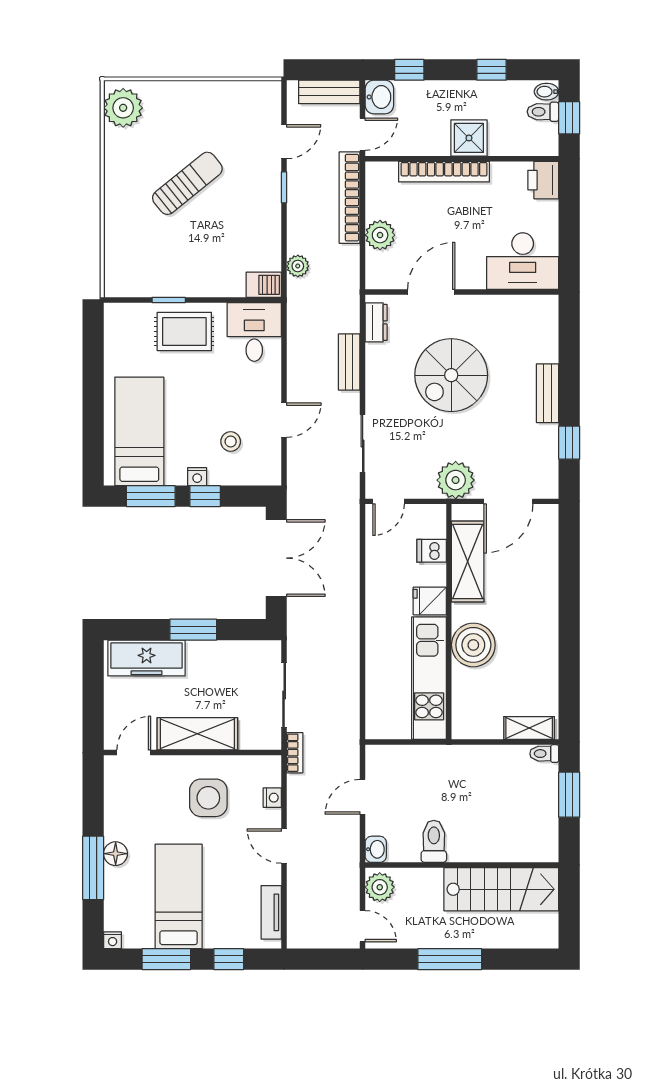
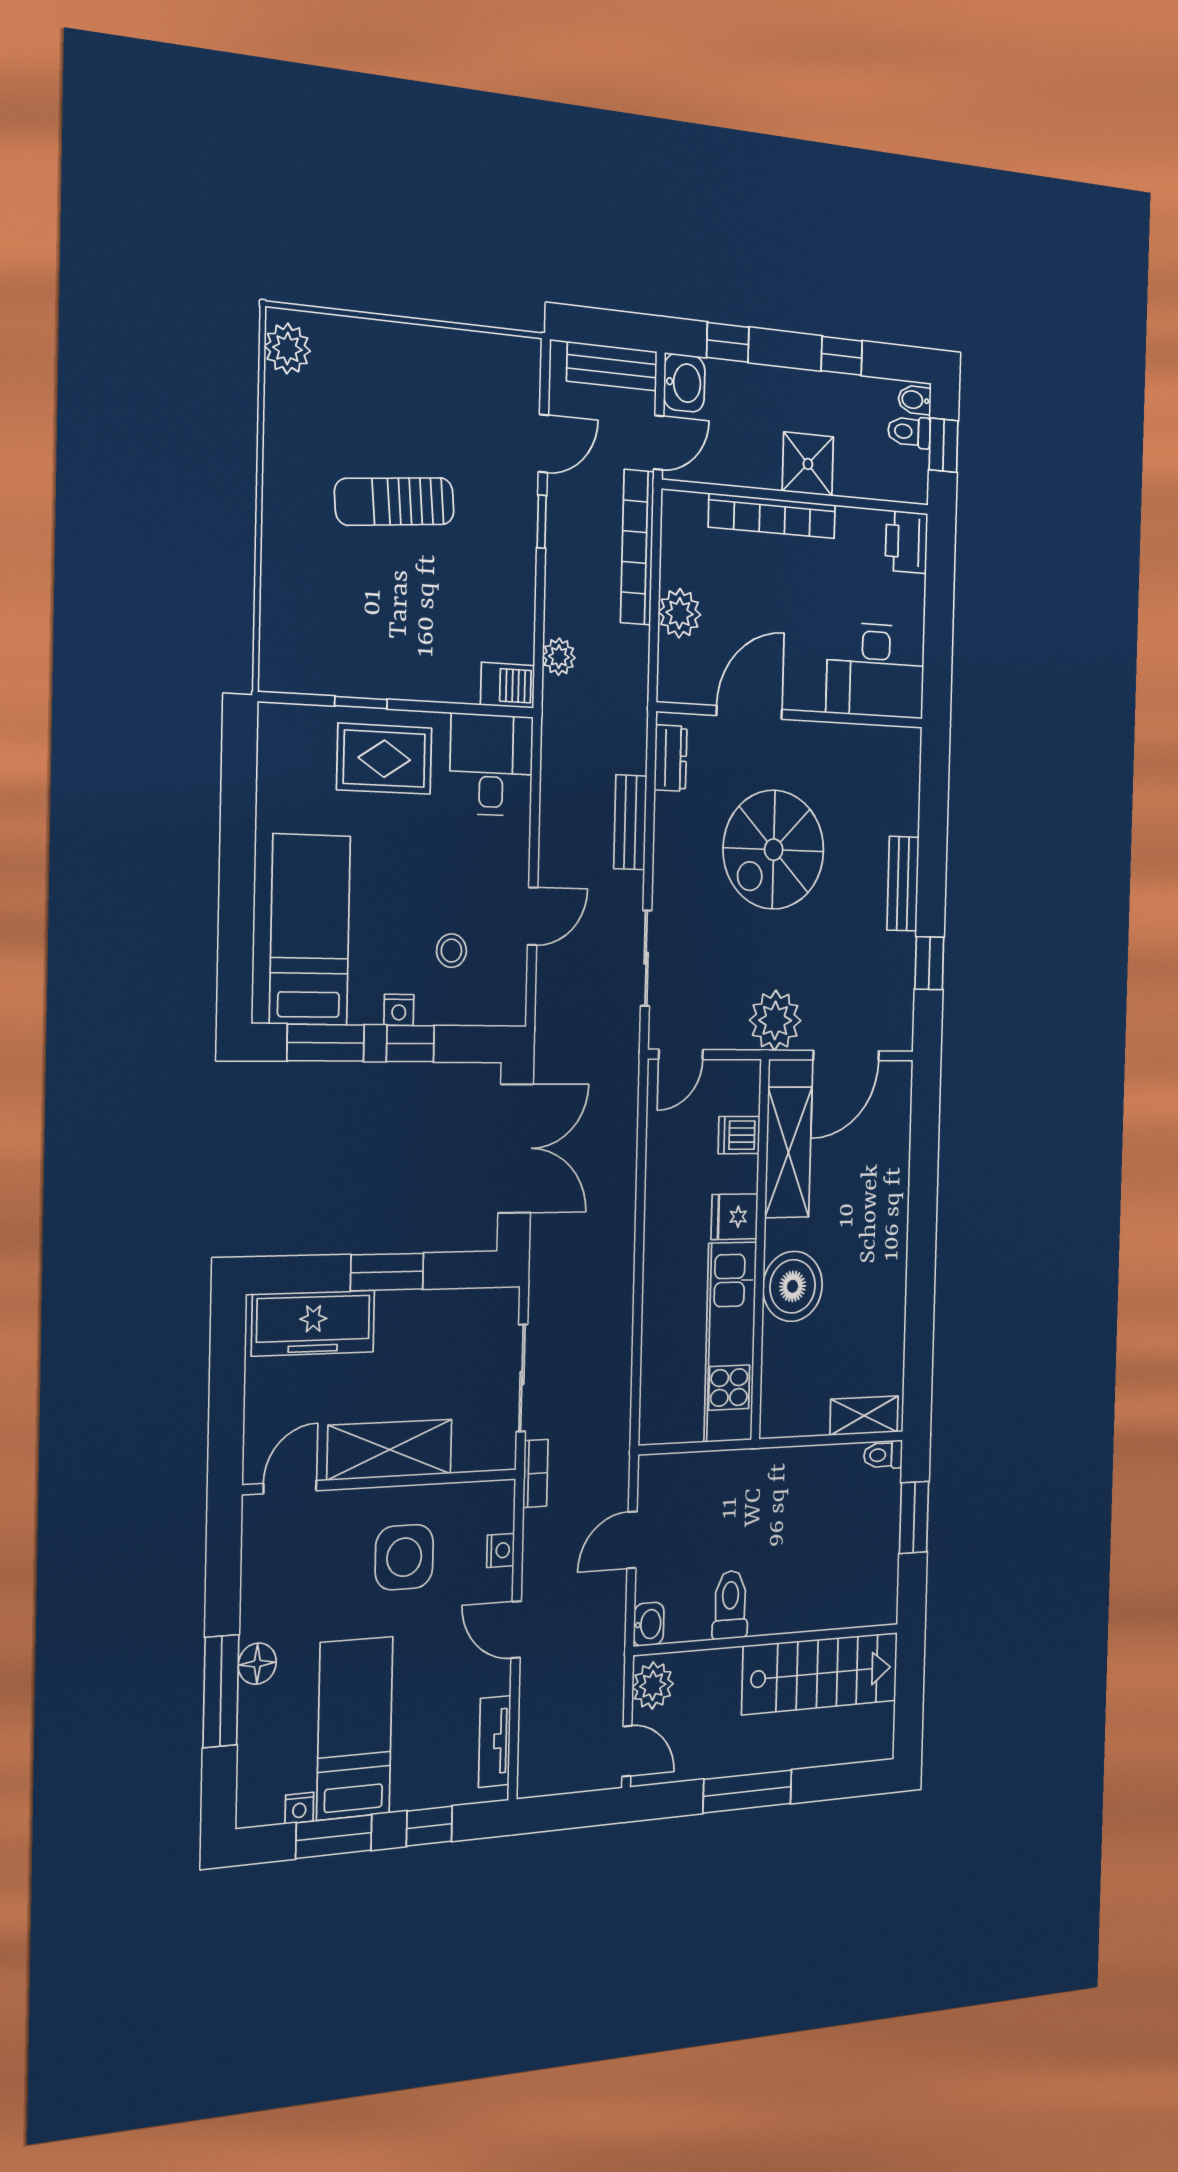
plant: (123, 108) -> (287, 349), width x0.73, depth x0.73
sun lounger: (187, 183) -> (395, 501), turned -146
nightstand: (113, 940) -> (299, 1808), moved

